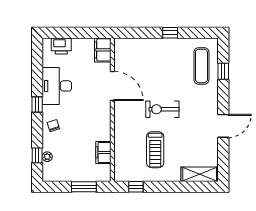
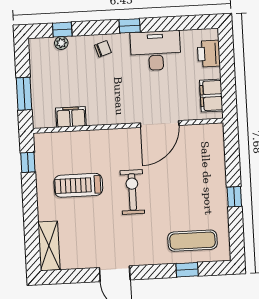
filing cabinet: (103, 50) -> (211, 96), moved, turned -90

